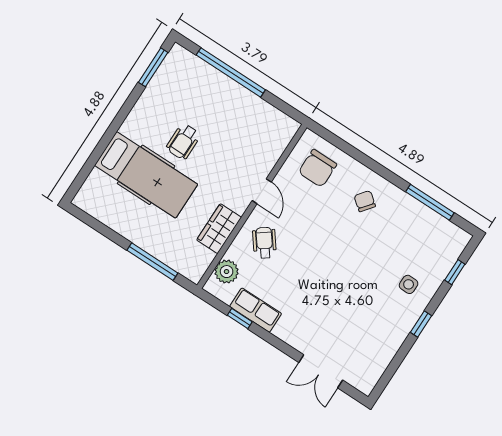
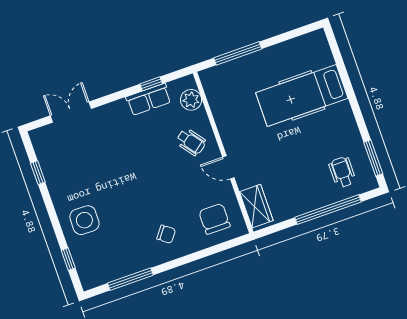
wheelchair: (183, 142) -> (342, 172), moved
wardrobe: (219, 229) -> (256, 206), moved
side table: (409, 284) -> (84, 220), width x1.87, depth x1.87
window: (421, 324) -> (38, 173), moved

